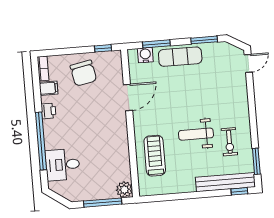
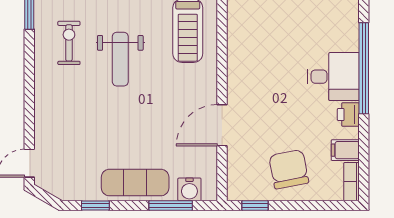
window: (204, 40) -> (95, 206), width x0.67
weight bench: (196, 134) -> (120, 59), turned 90
desk: (63, 165) -> (333, 77), moved

